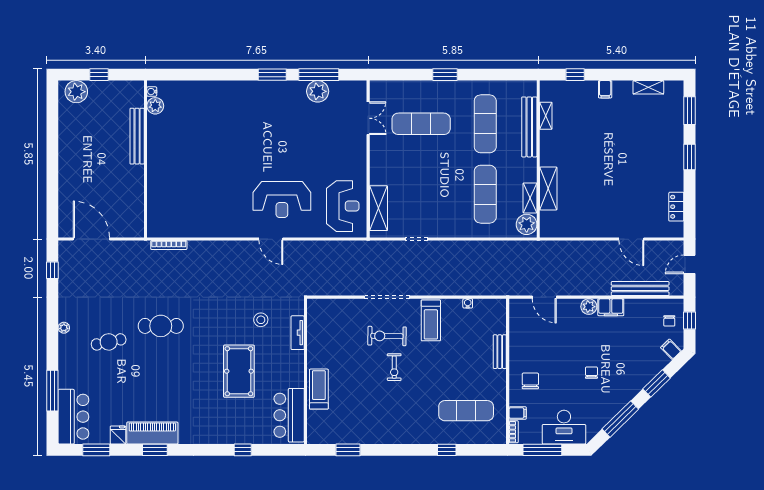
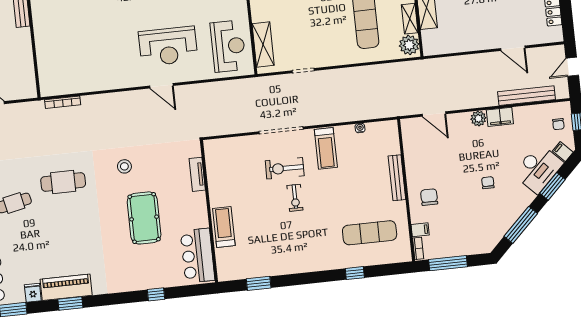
stool: (261, 320) -> (124, 166), moved
bench: (500, 352) -> (397, 178), width x1.36
desk: (564, 427) -> (538, 168), moved, turned -44

